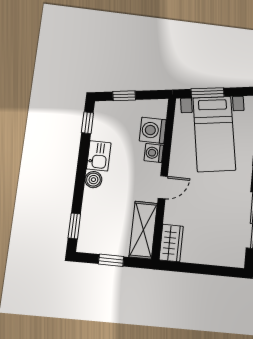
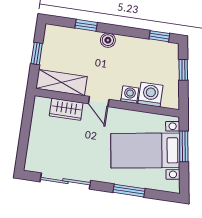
kitchen sink: (99, 156) -> (129, 45), removed
window: (74, 226) -> (86, 25), moved
wardrobe: (171, 243) -> (66, 109), moved

